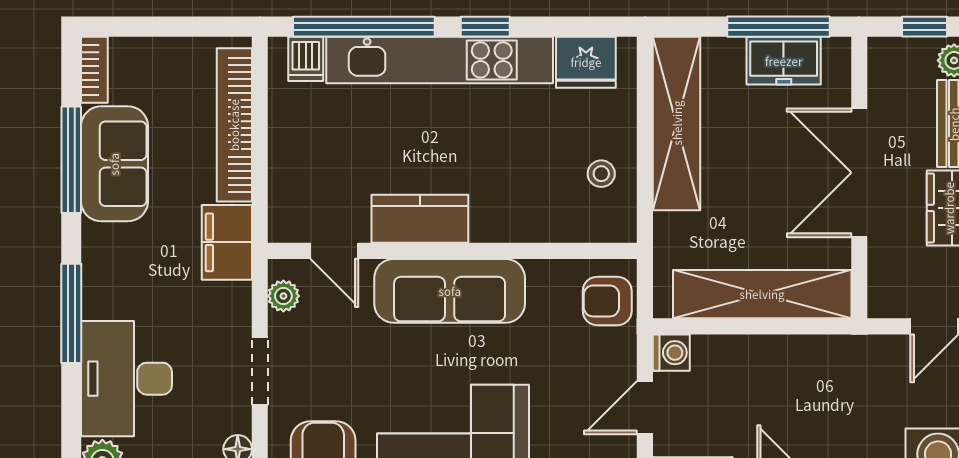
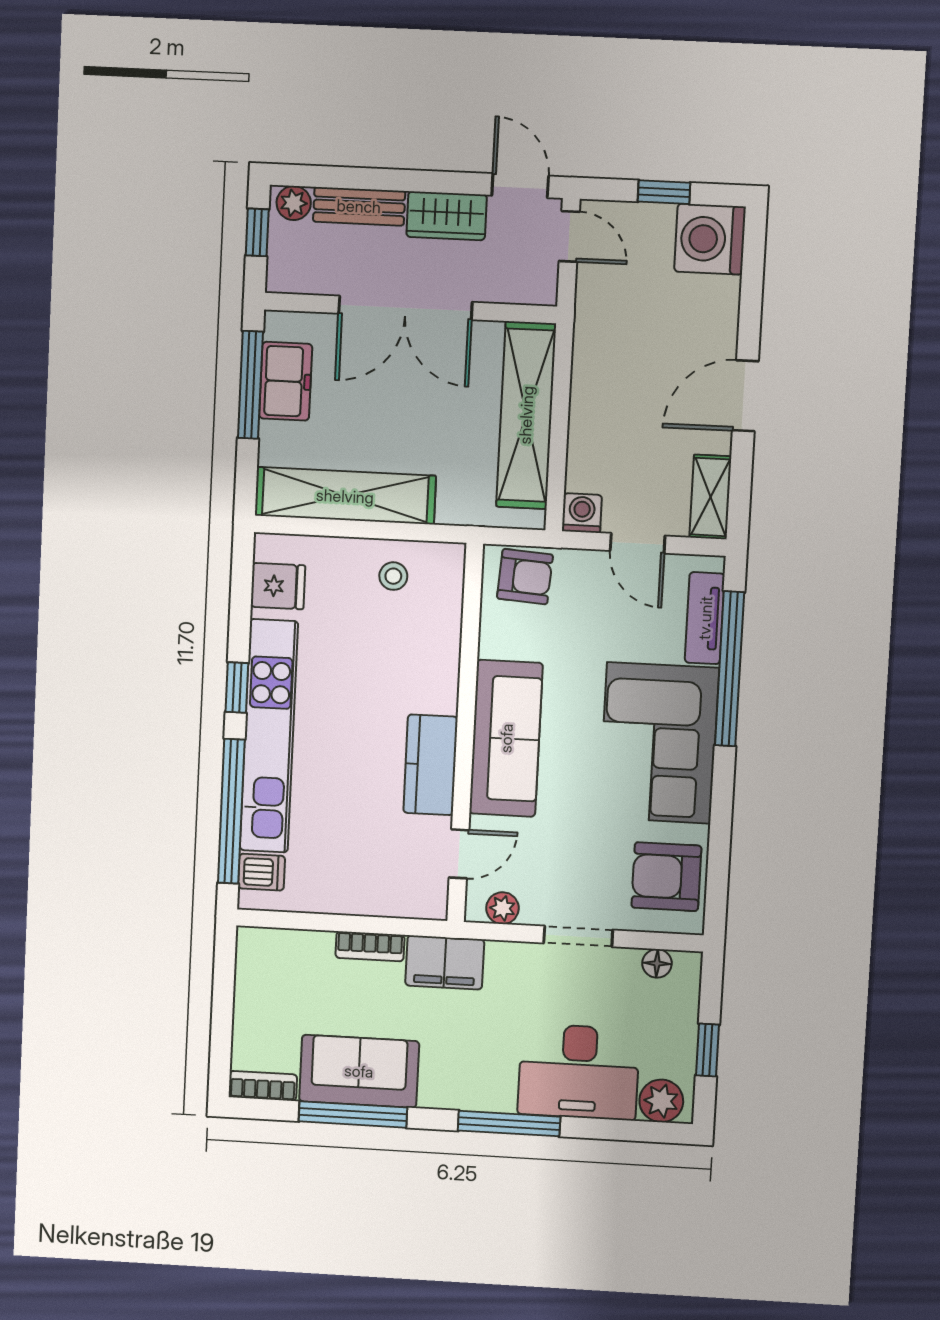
fridge: (586, 62) -> (278, 586), width x0.72
bookcase: (234, 125) -> (370, 946), width x0.43, depth x0.76
armchair: (607, 301) -> (525, 577), turned -86

